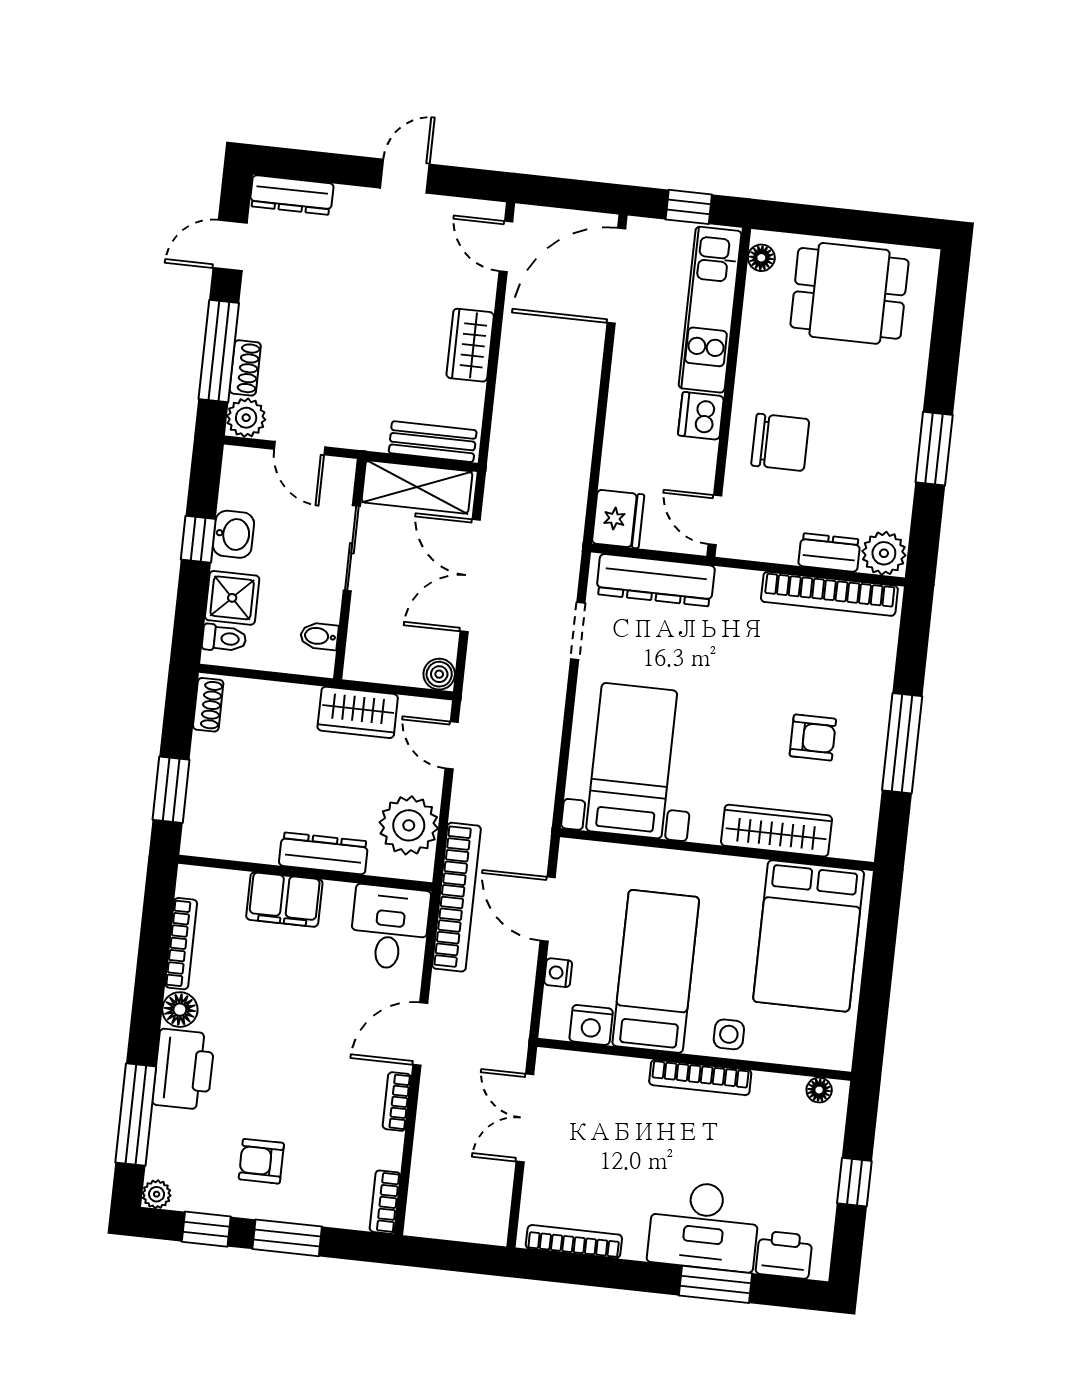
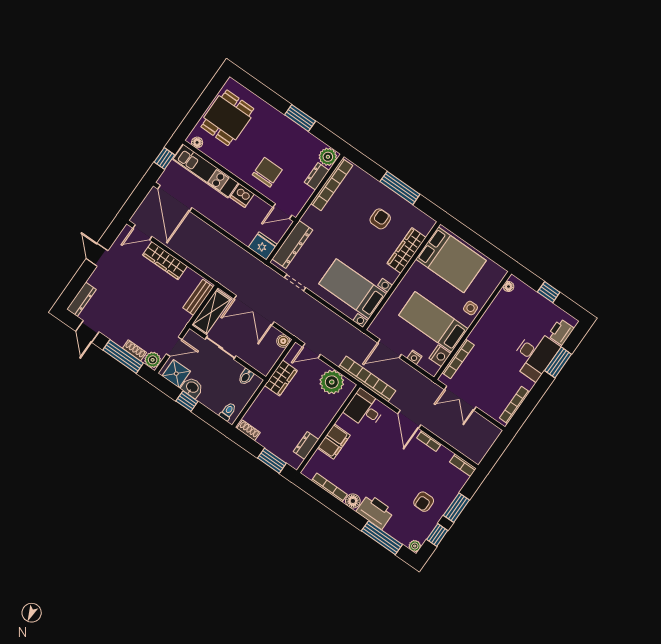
wardrobe: (470, 345) -> (165, 261), width x1.50
shower: (232, 598) -> (176, 374), moved
dresser: (324, 853) -> (306, 445), moved, width x0.70
bookcase: (700, 1077) -> (458, 359), moved

